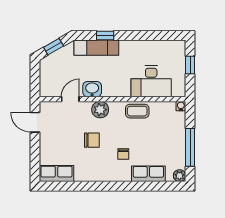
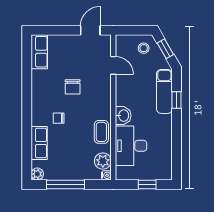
stool: (53, 69) -> (144, 48), added
washbasin: (92, 89) -> (123, 116), moved
plant: (100, 110) -> (103, 161), moved

